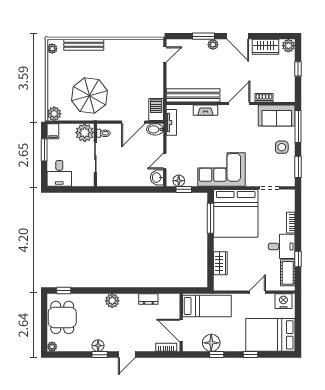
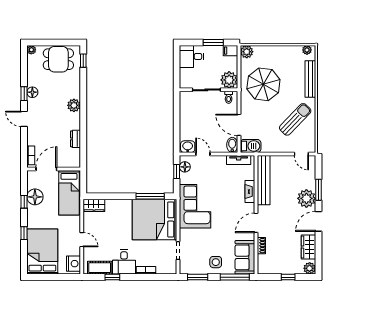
plant: (213, 44) -> (306, 198), width x1.88, depth x1.88
sun lounger: (127, 61) -> (295, 119), added
door: (239, 103) -> (256, 223), swing flipped
wardrobe: (220, 263) -> (94, 205), moved

